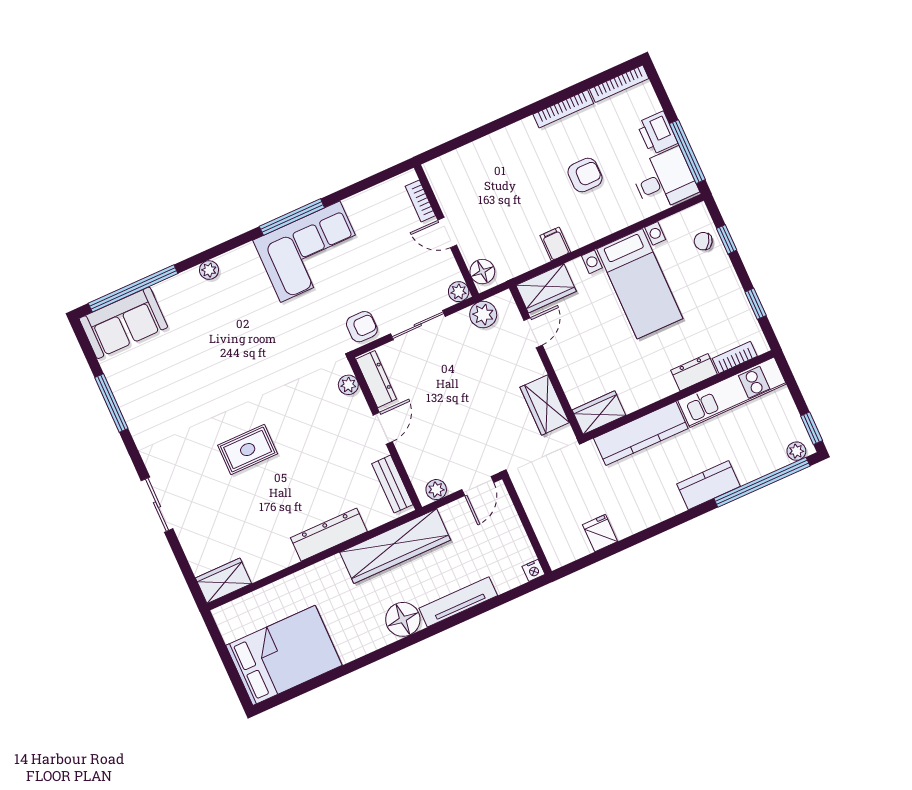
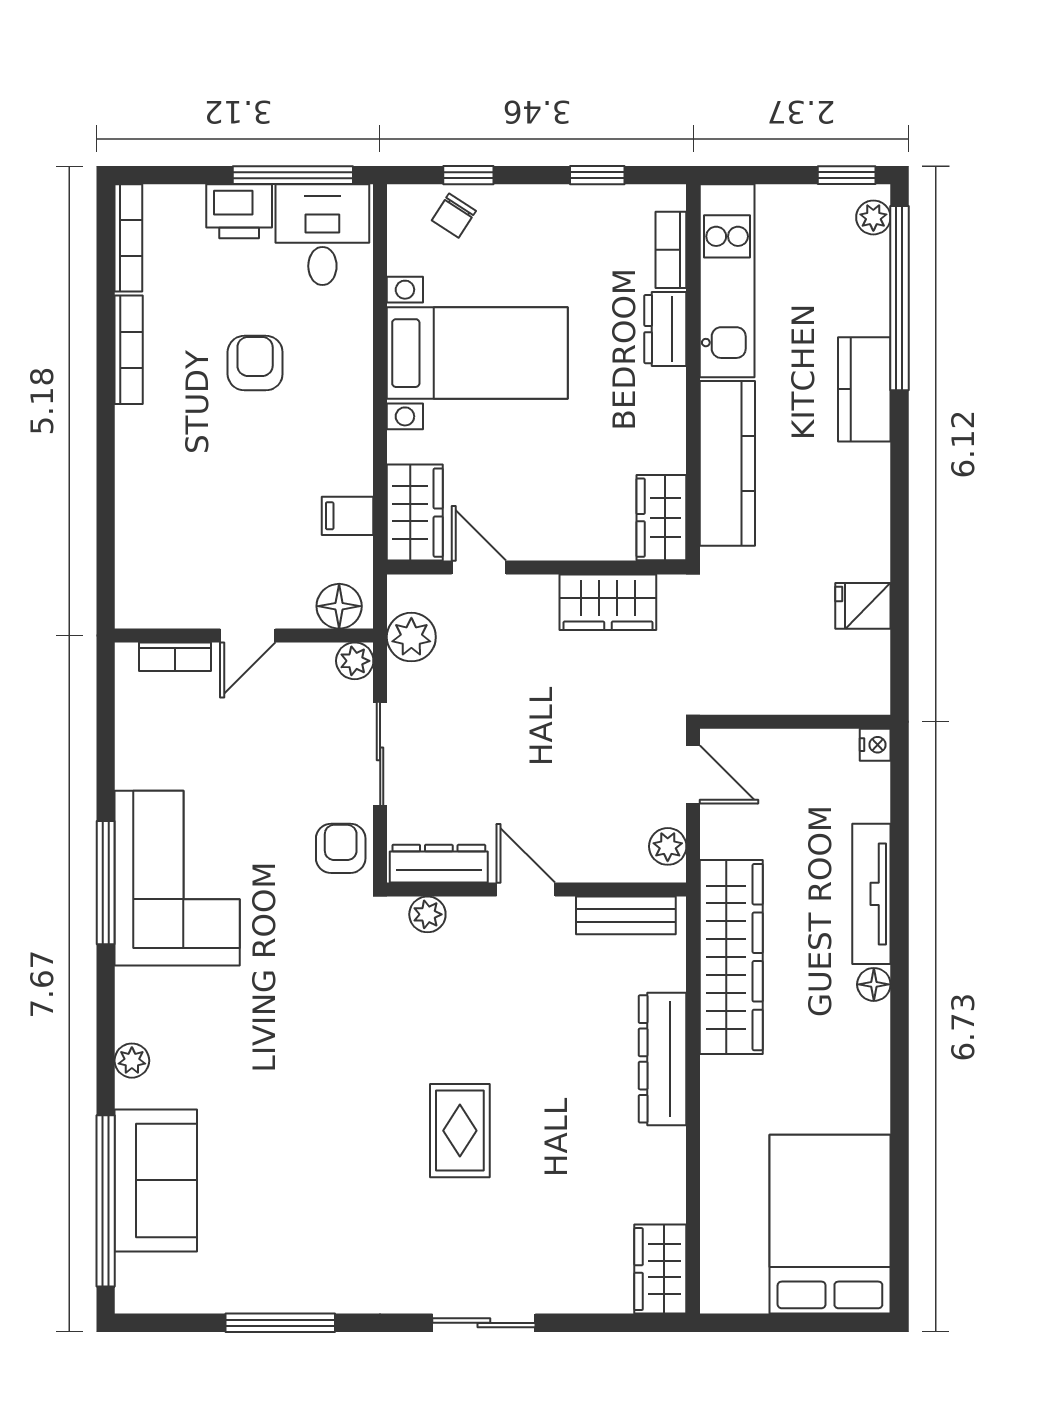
filing cabinet: (555, 244) -> (348, 516), moved
sofa: (123, 323) -> (156, 1180), moved
floor lamp: (403, 619) -> (874, 984), width x0.53, depth x0.53

